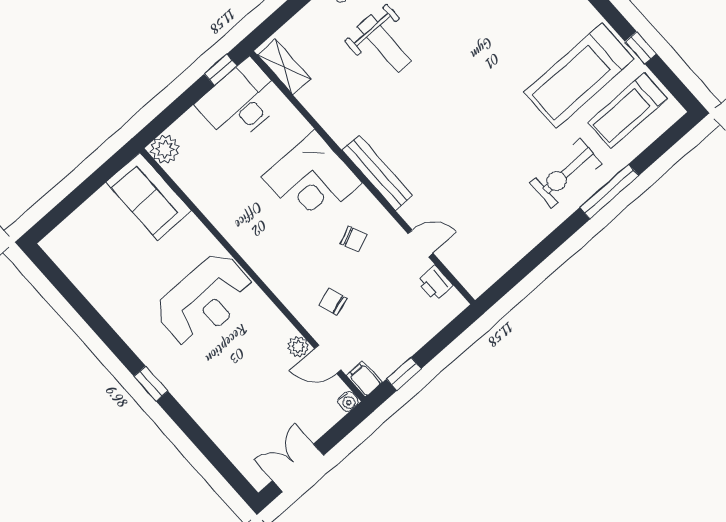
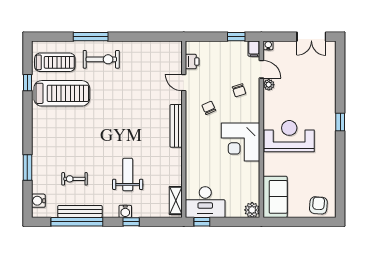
corner desk: (312, 180) -> (241, 142), moved, turned 180
armchair: (77, 239) -> (318, 205), added

